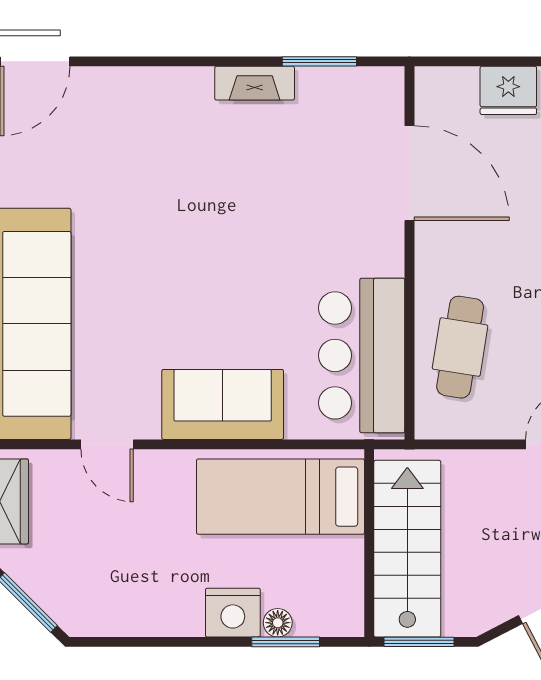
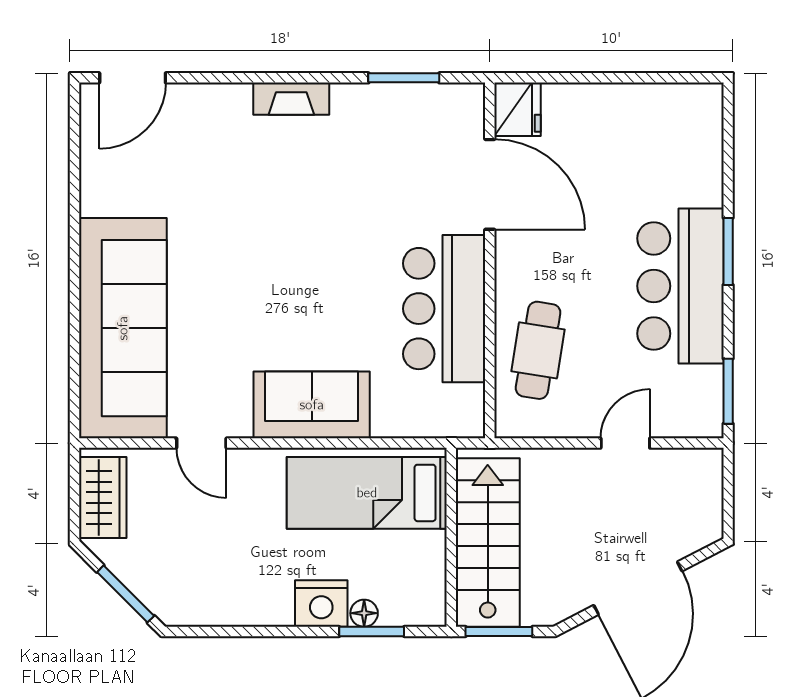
fireplace: (255, 83) -> (291, 99), moved
fridge: (508, 90) -> (517, 109), moved, turned -90
bar counter: (362, 355) -> (444, 309), moved

